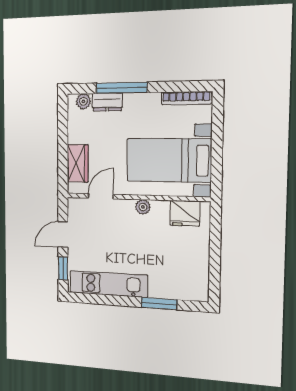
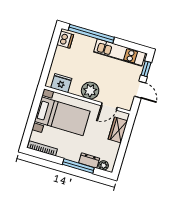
plant: (143, 207) -> (90, 91), width x1.88, depth x1.88
door: (63, 235) -> (140, 90), hinge flipped
dishwasher: (198, 285) -> (65, 40), added
window: (159, 304) -> (91, 34), width x2.11

